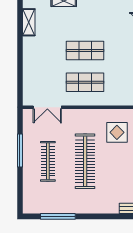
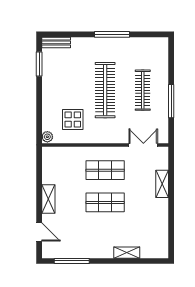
shelving: (29, 22) -> (162, 184), moved
window: (58, 216) -> (112, 34), moved

